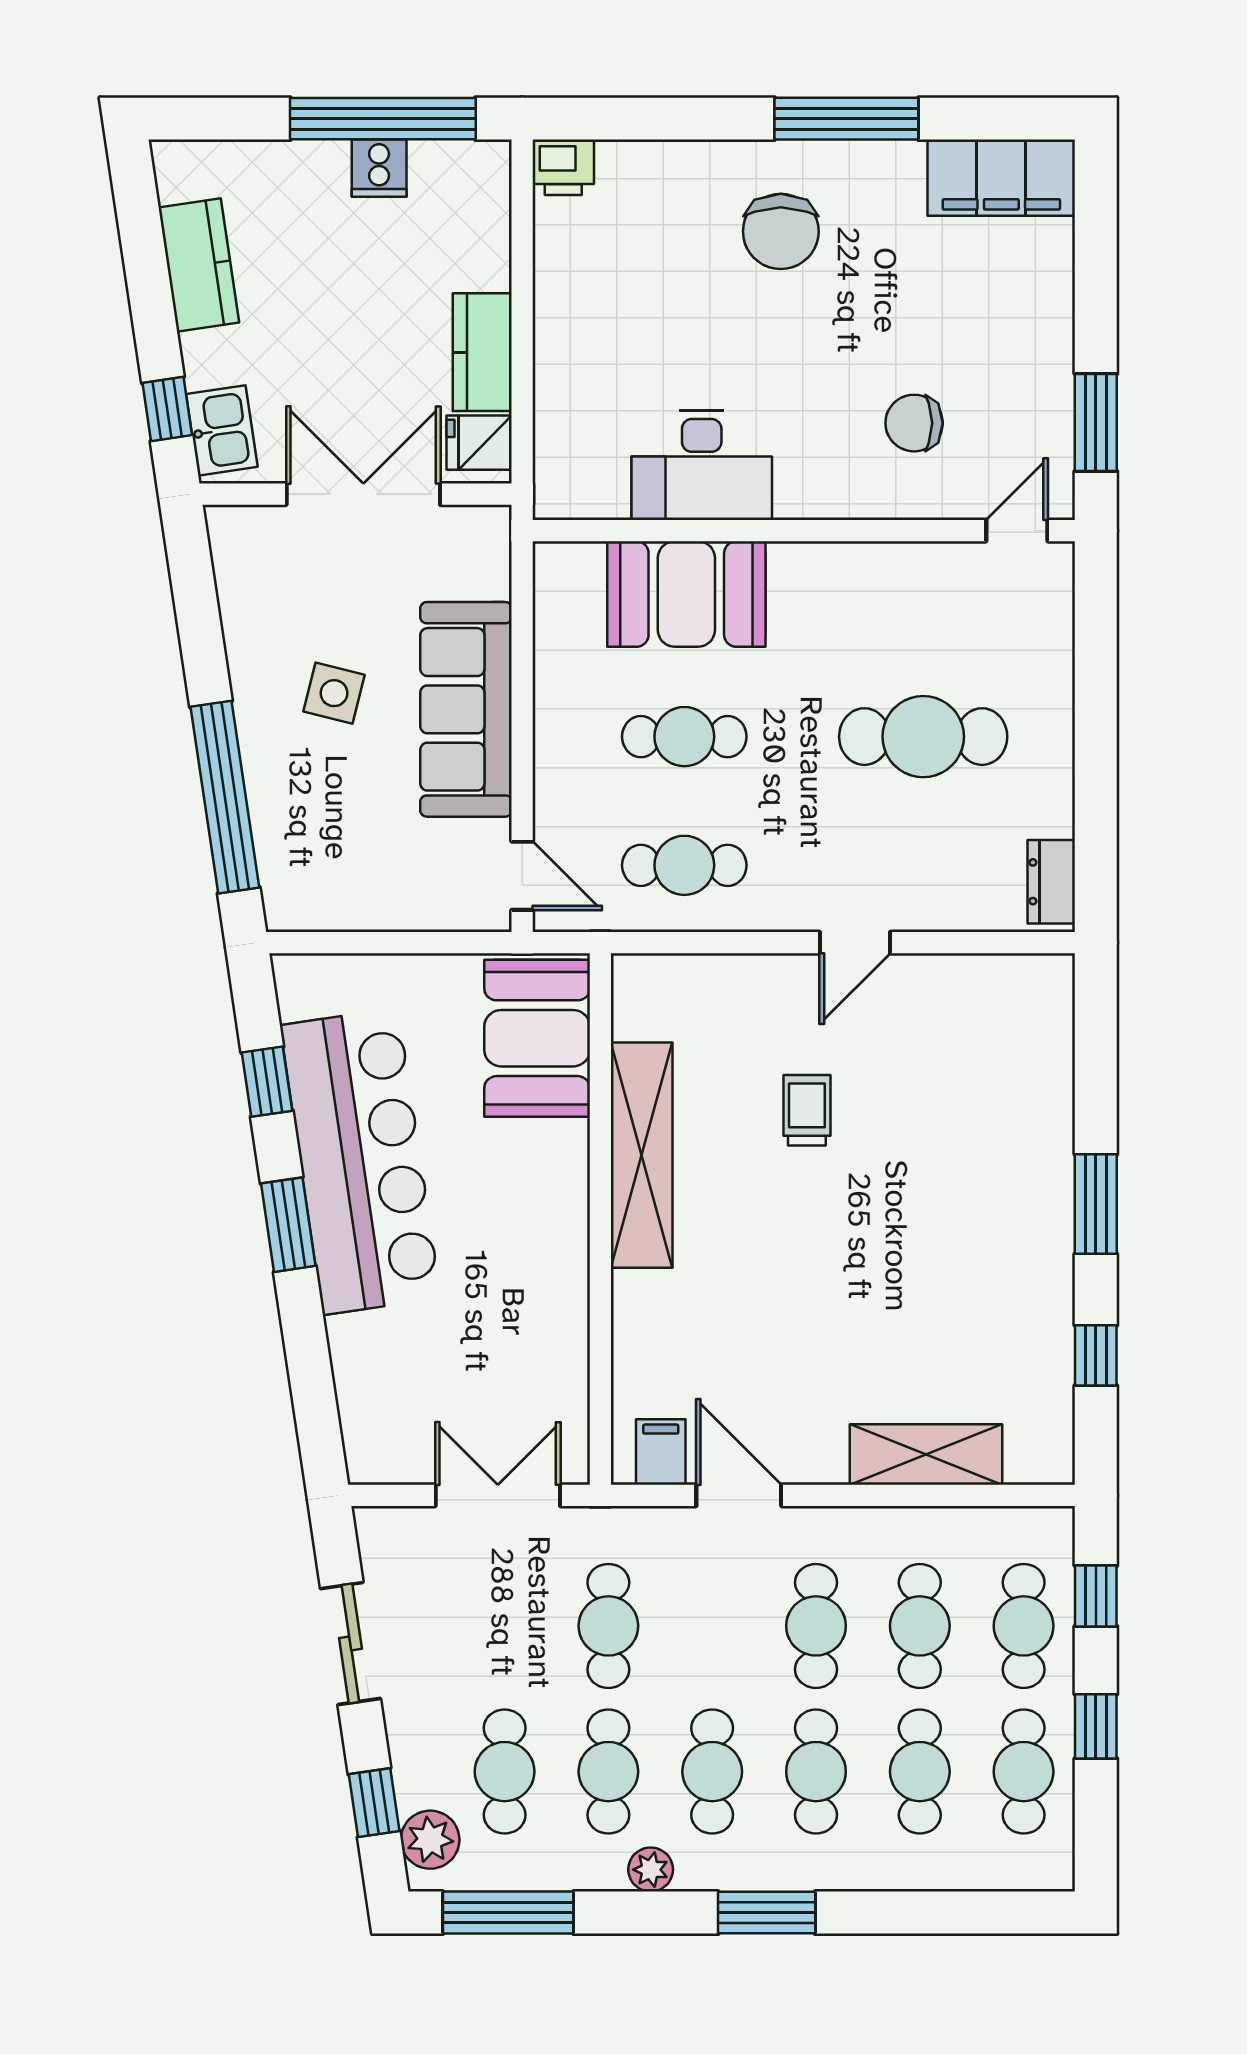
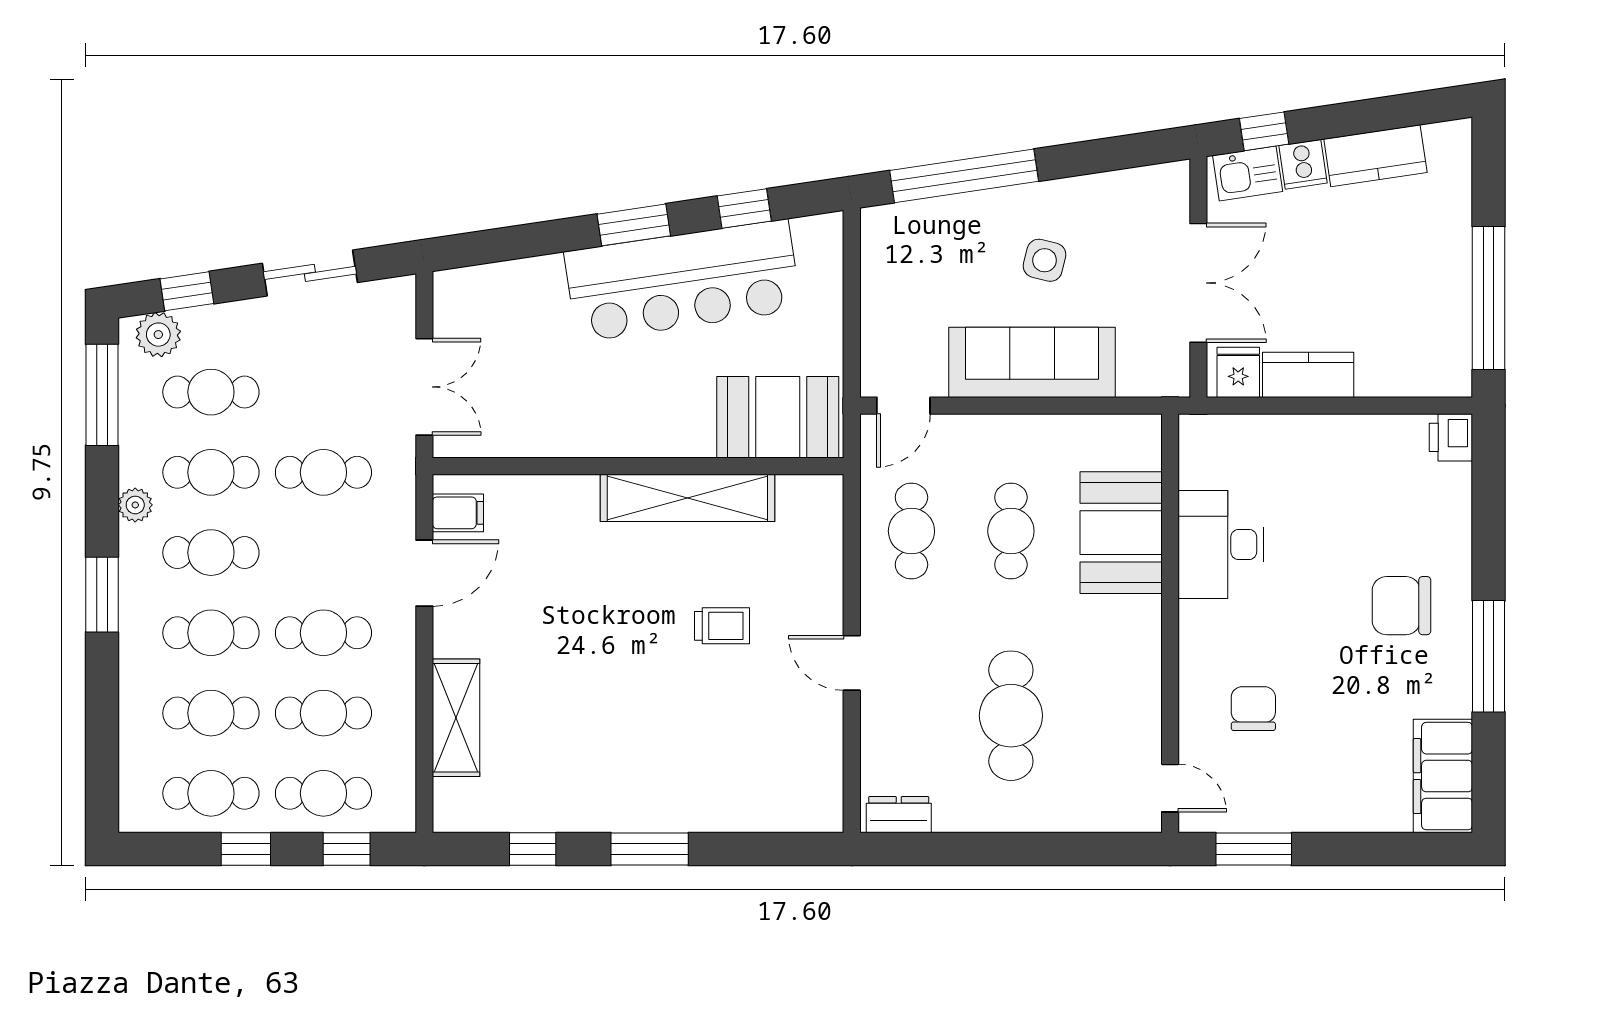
cooker: (379, 168) -> (1303, 164), moved, turned -98

